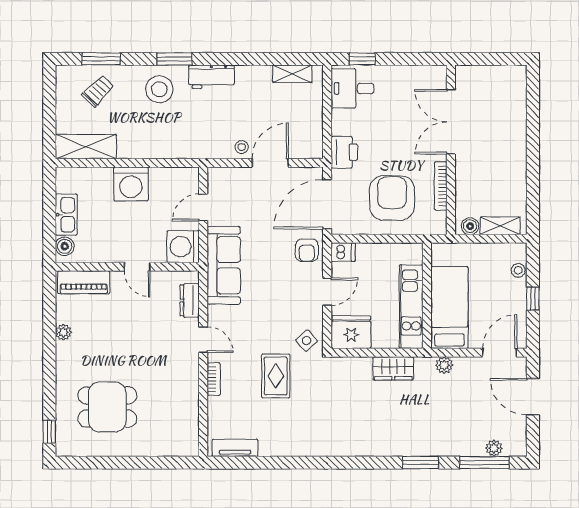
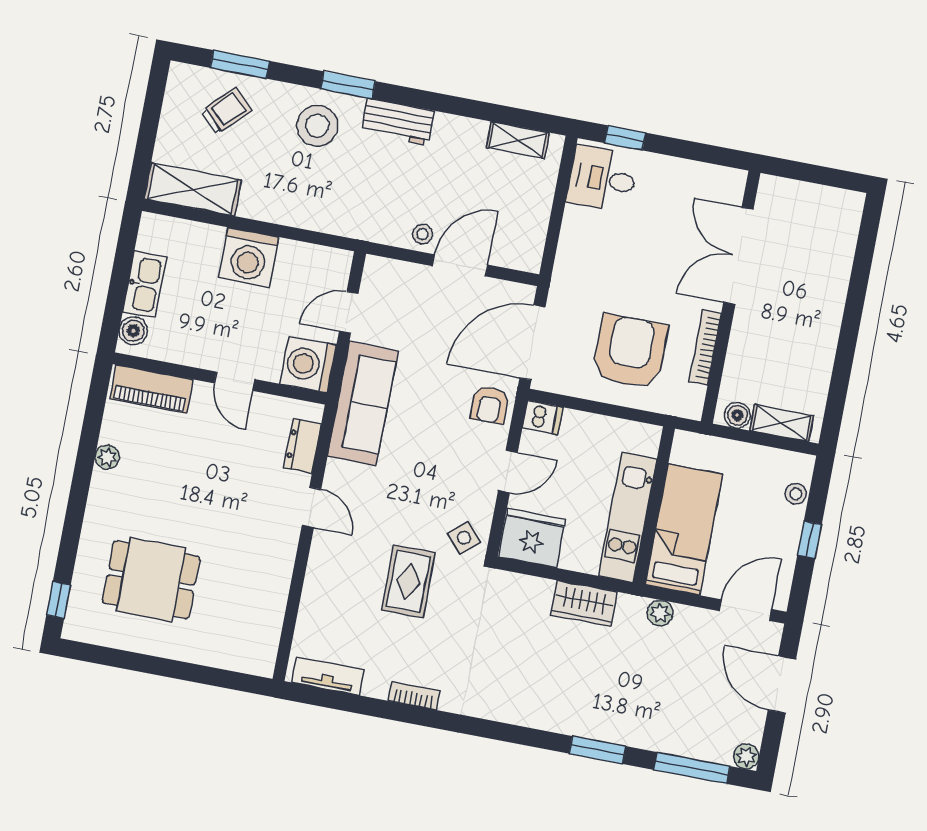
printer: (344, 152) -> (572, 271), removed
bookcase: (214, 379) -> (414, 696), moved, turned -90
plant: (494, 448) -> (746, 756), moved

